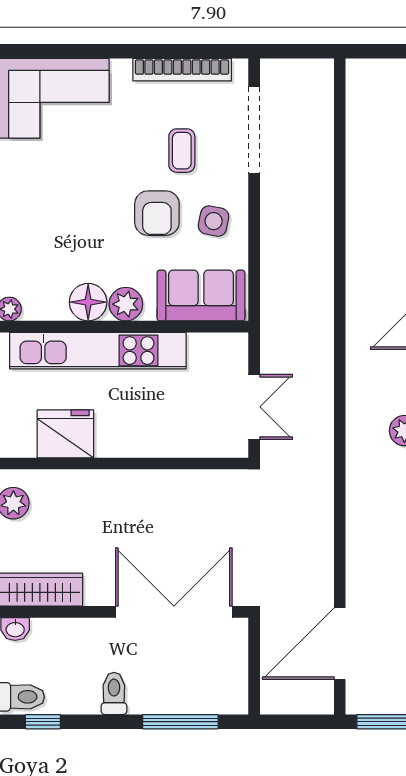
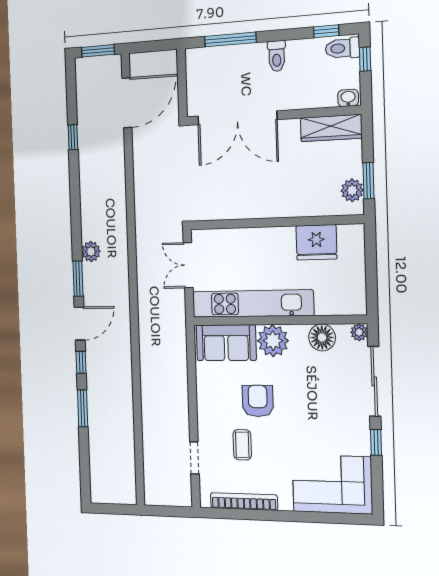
doorway: (254, 130) -> (194, 458), width x0.53
side table: (214, 221) -> (219, 395), removed
floor lamp: (88, 302) -> (322, 337), moved
plant: (126, 304) -> (273, 341), width x1.36, depth x1.36
kitchen unit: (98, 351) -> (252, 304), moved

